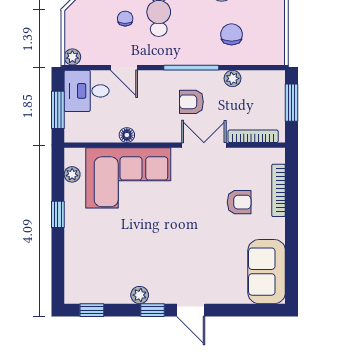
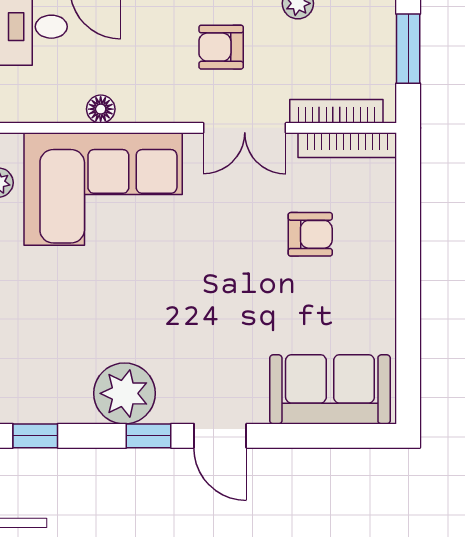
double door: (204, 145) -> (245, 128), swing flipped
bookcase: (278, 190) -> (347, 145), moved, turned -90
sofa: (267, 272) -> (330, 389), moved, turned 90
plant: (140, 295) -> (124, 393), width x1.88, depth x1.88

